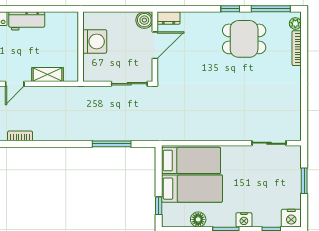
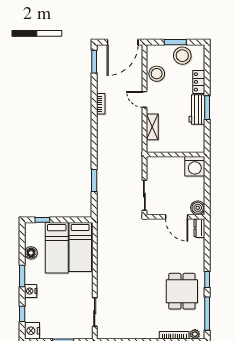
window: (25, 9) -> (207, 108), added
washing machine: (95, 41) -> (195, 166), moved
window: (112, 144) -> (94, 181), width x0.69

